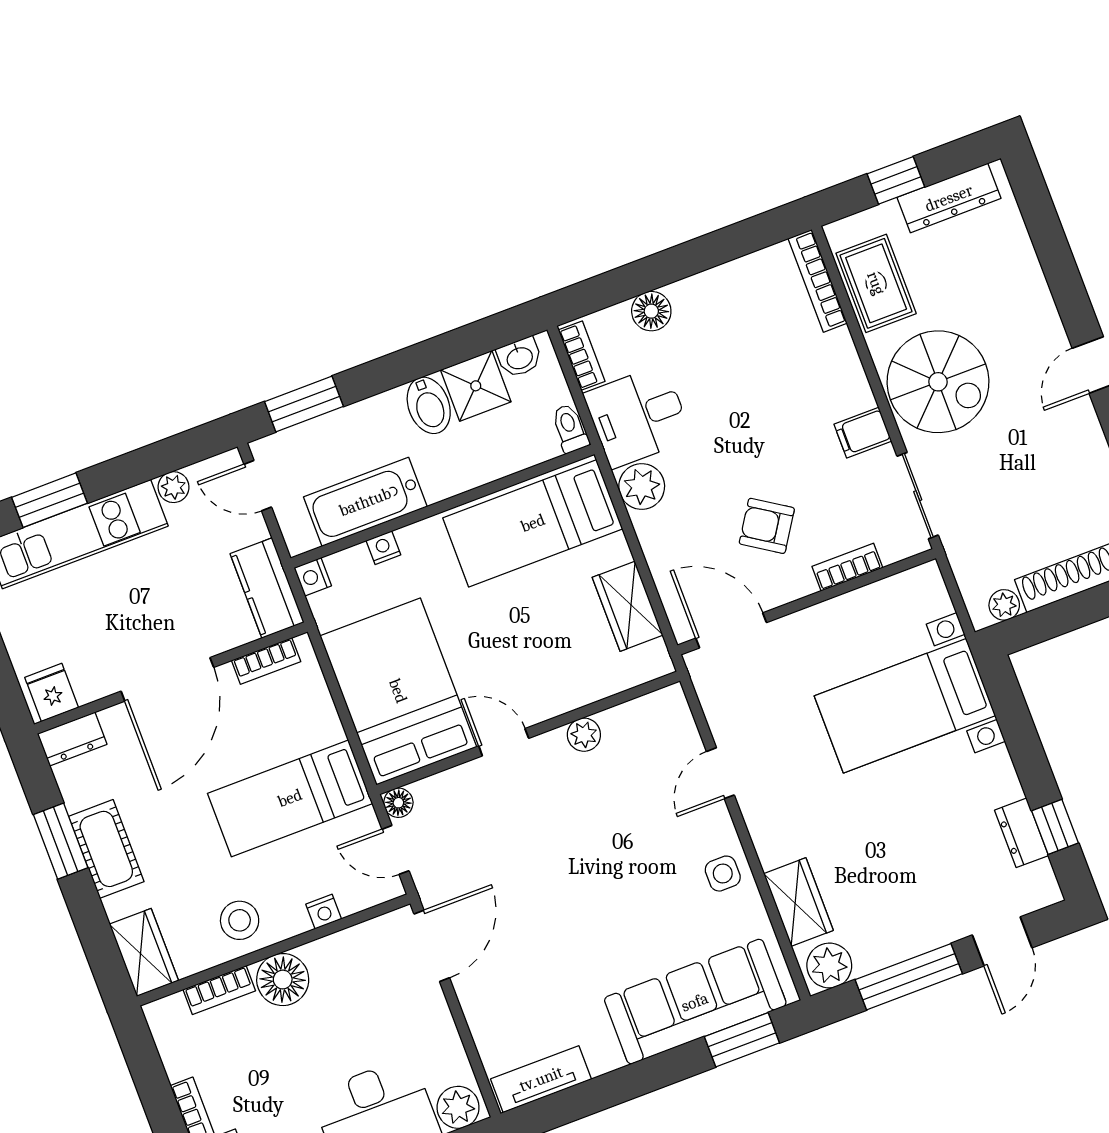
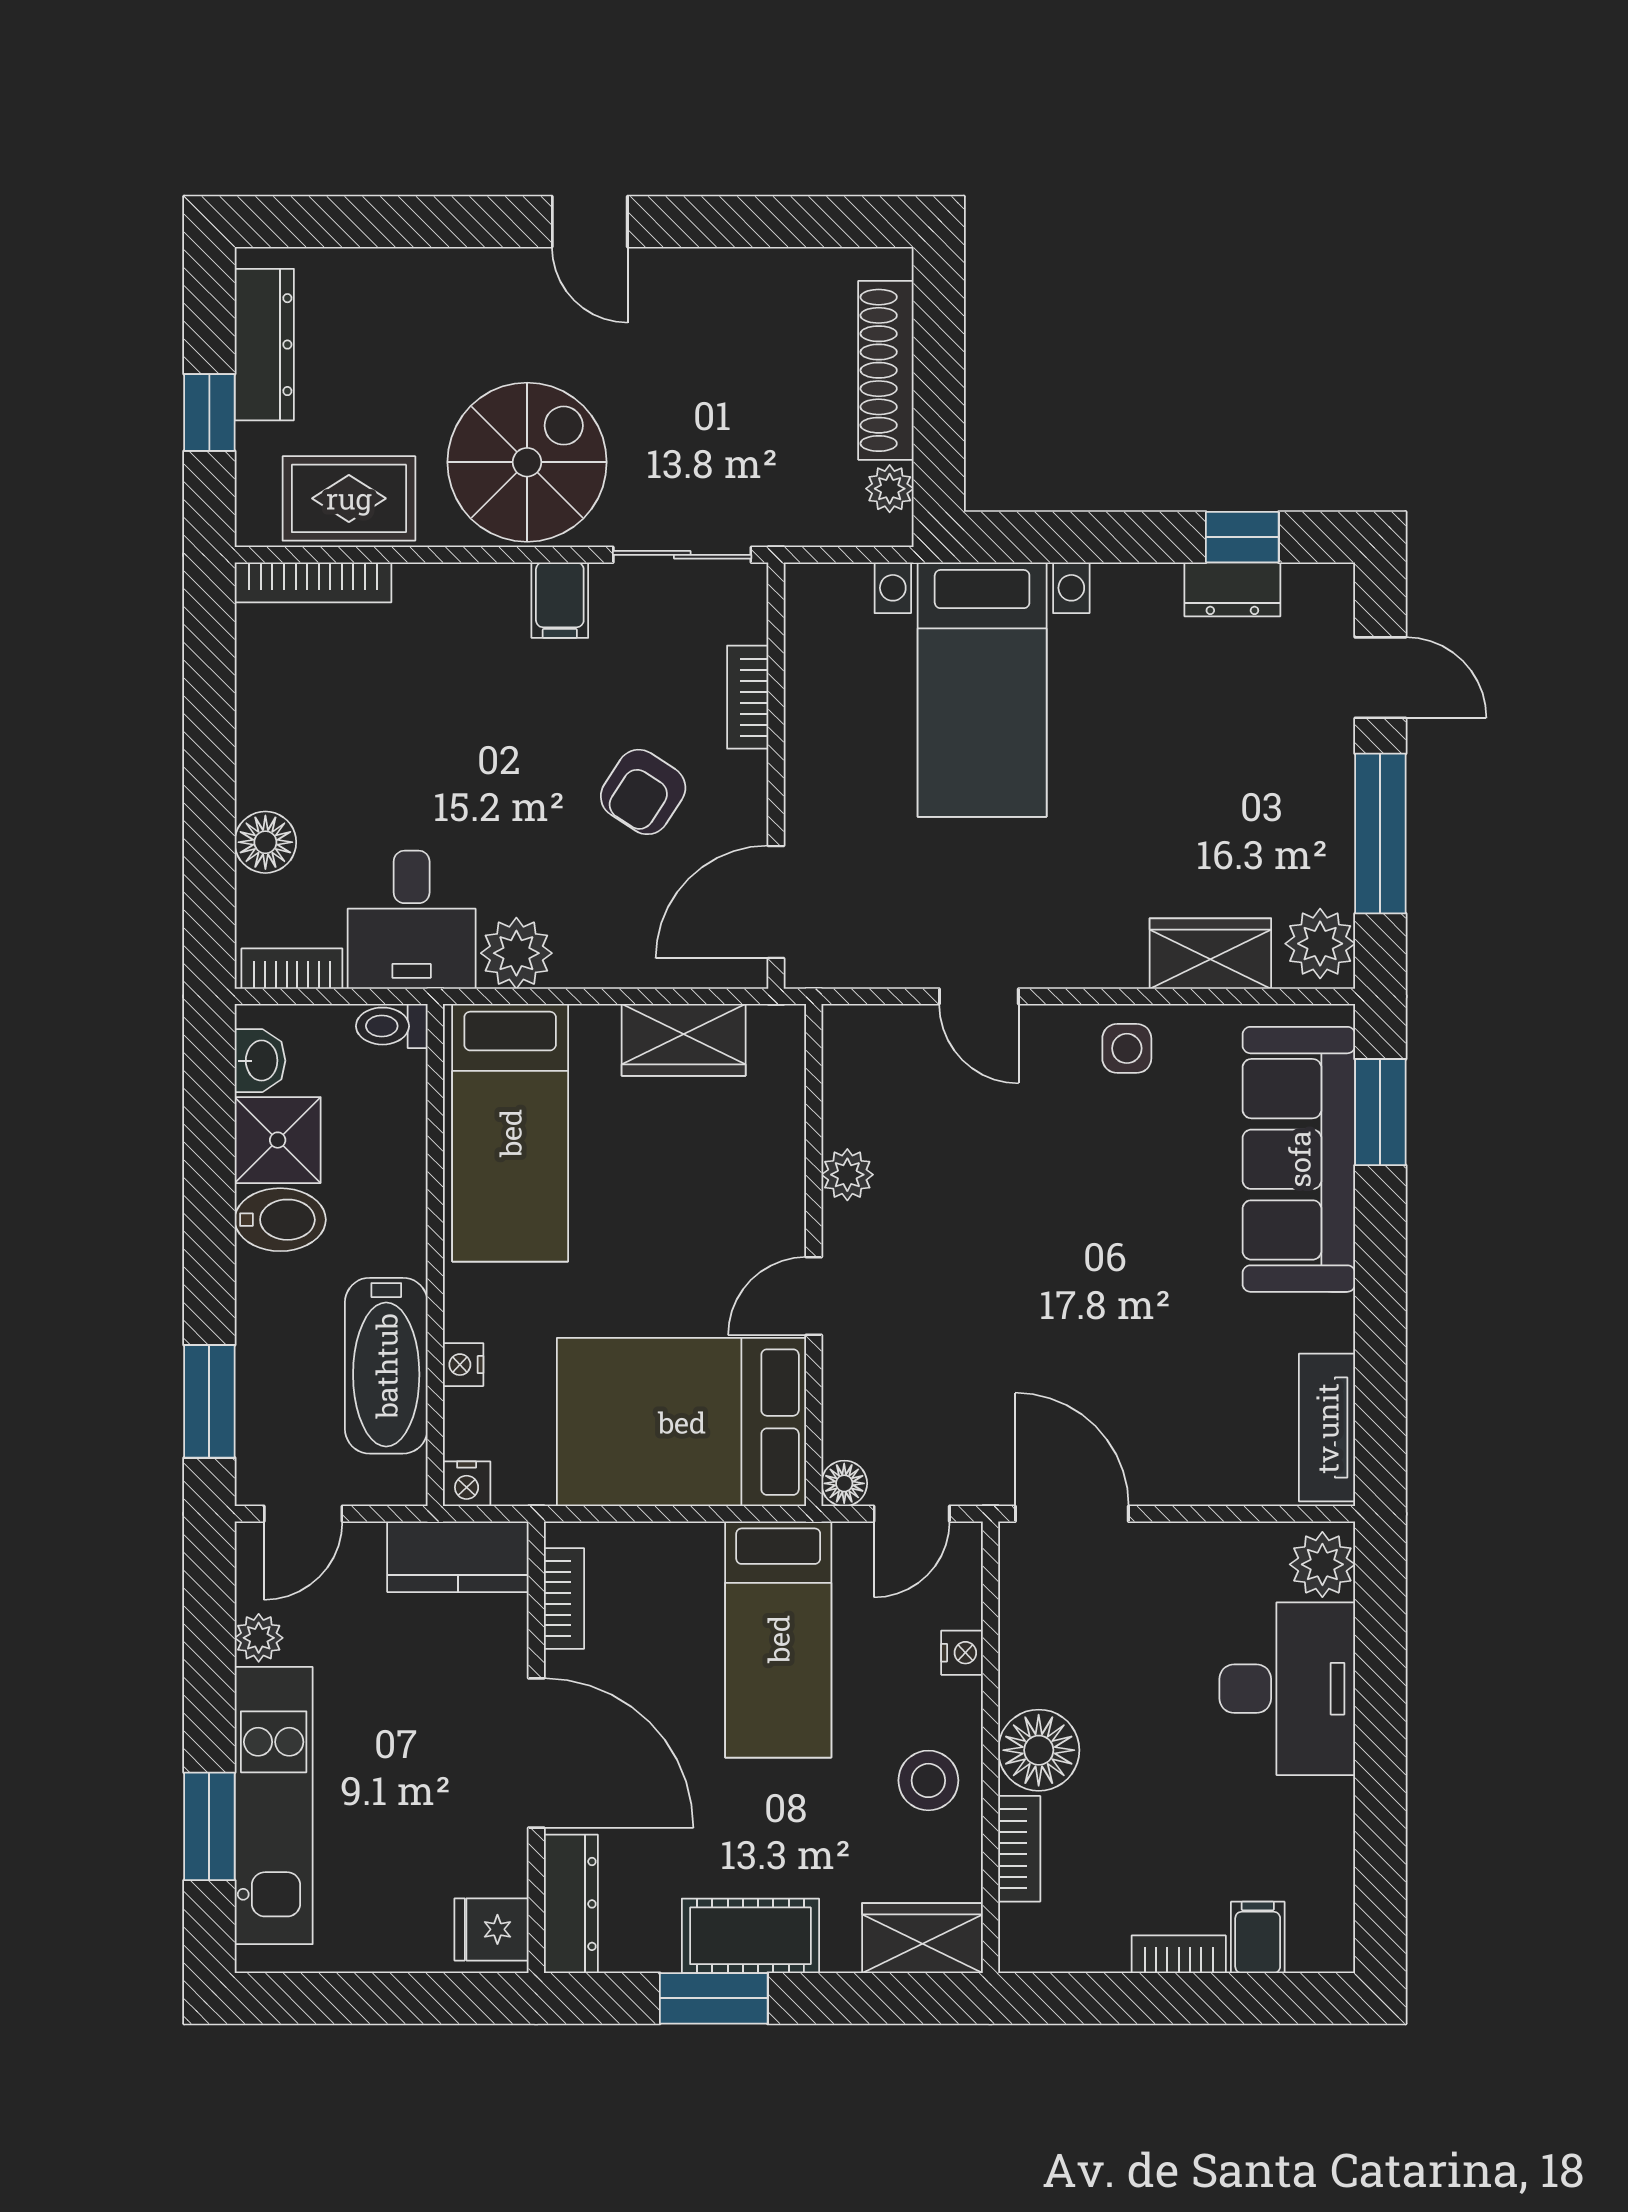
dresser: (72, 739) -> (571, 1904), width x1.44

